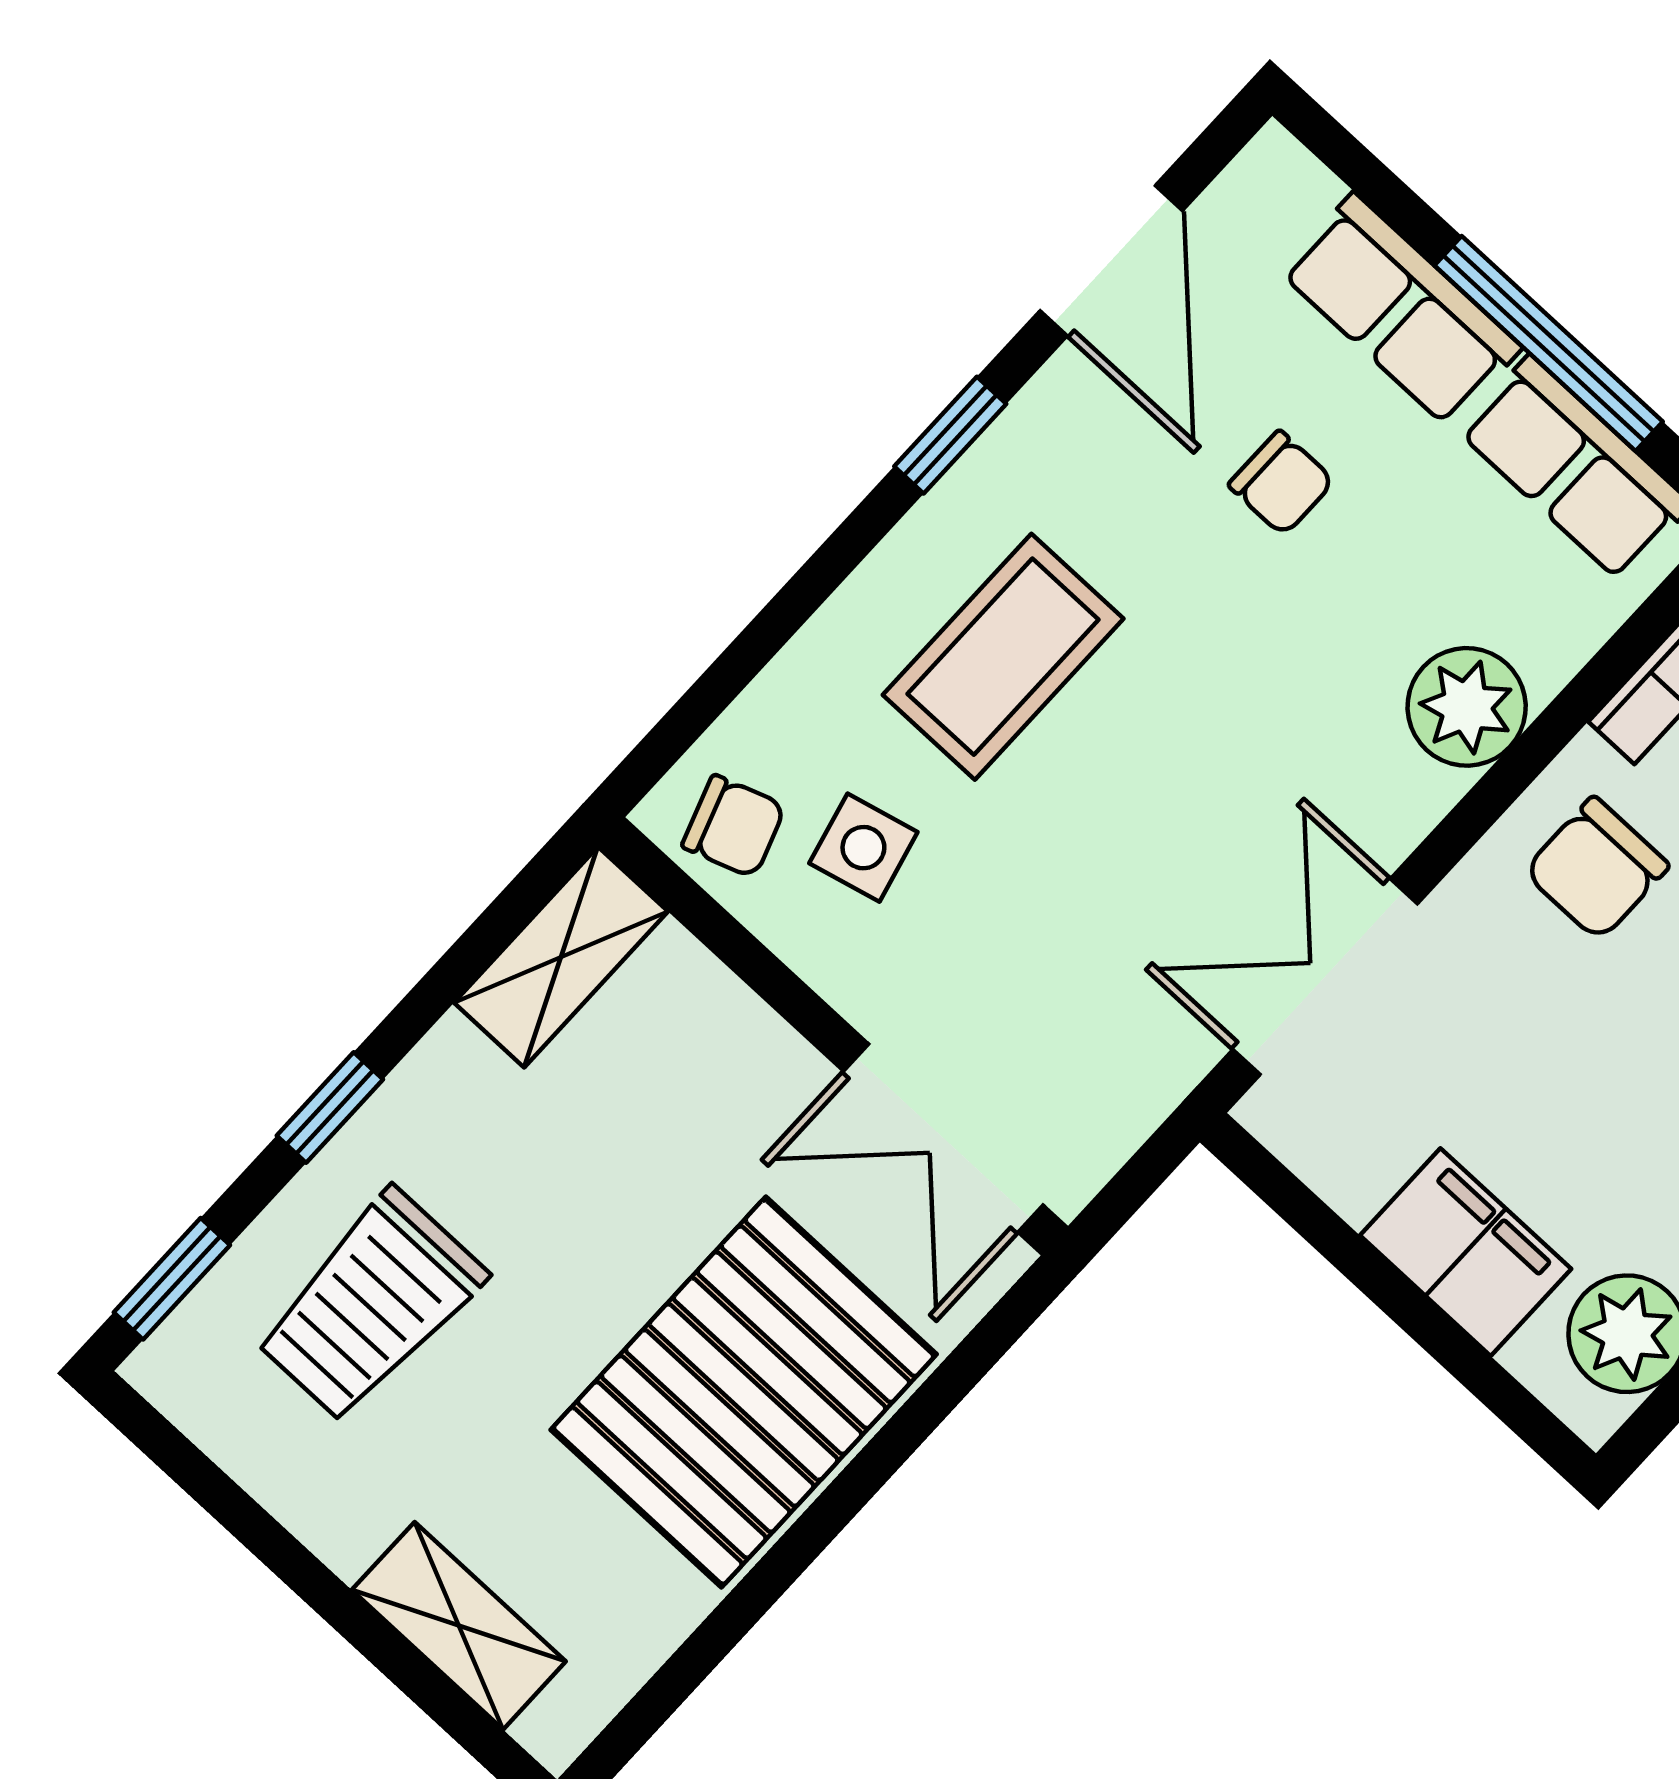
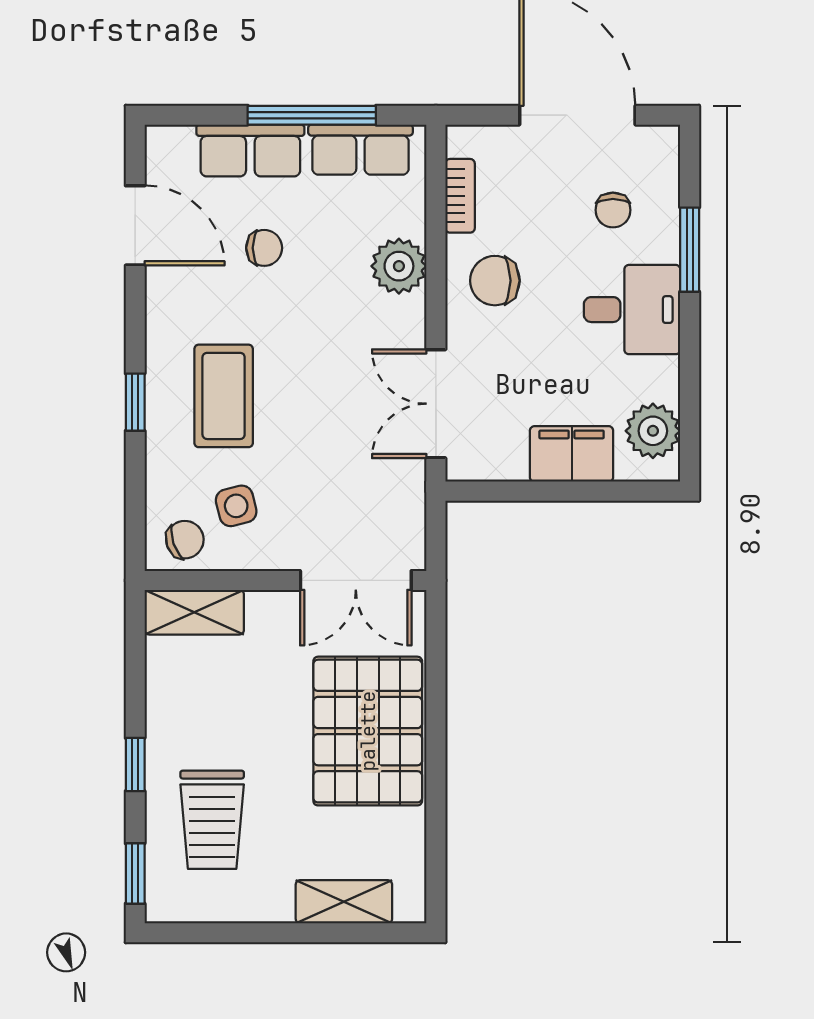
window: (950, 435) -> (135, 402), moved
chair: (1596, 869) -> (495, 281), turned 90
shelving: (561, 957) -> (194, 612), moved, turned 90

